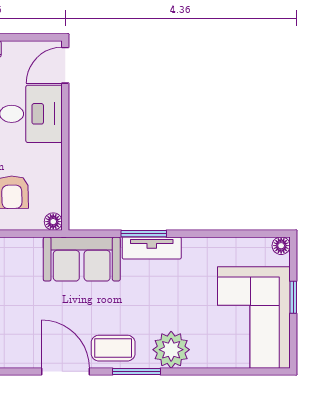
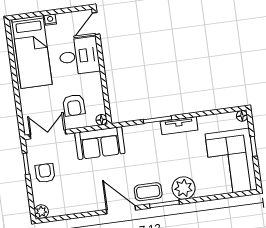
tv unit: (152, 248) -> (179, 126), moved
sofa: (82, 259) -> (100, 143), moved

